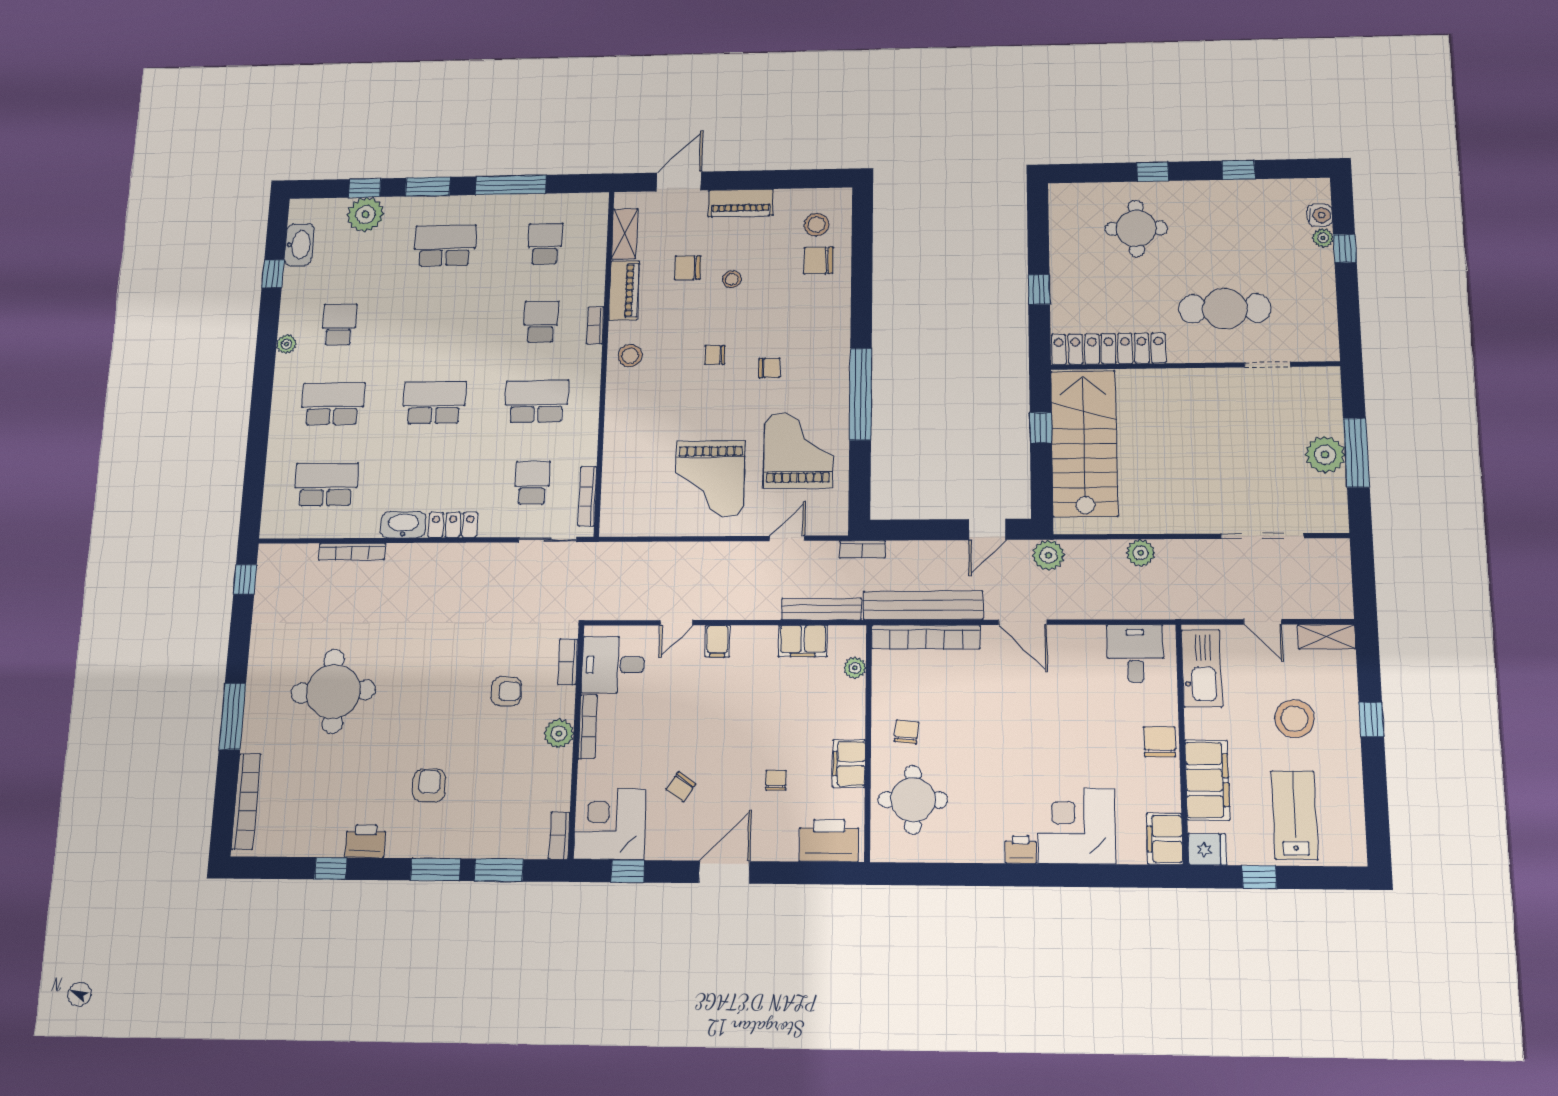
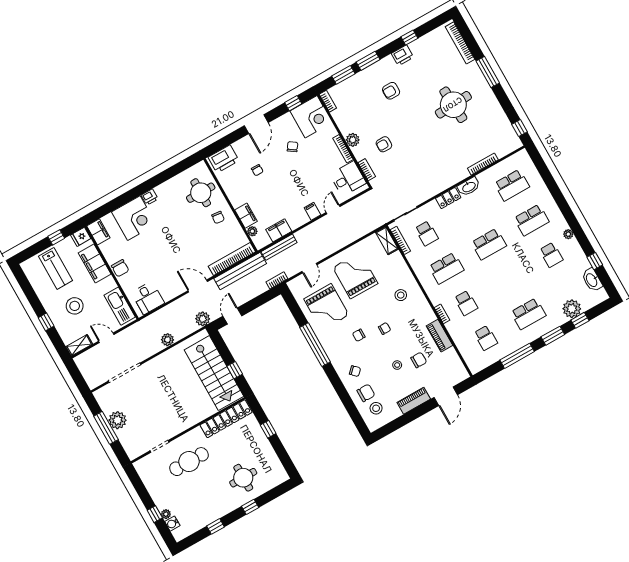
shelving: (625, 234) -> (387, 241), moved
chair: (815, 309) -> (355, 371), added
stool: (630, 356) -> (401, 295), moved
filing cabinet: (849, 764) -> (246, 216), moved
armchair: (429, 786) -> (391, 91), turned 90

